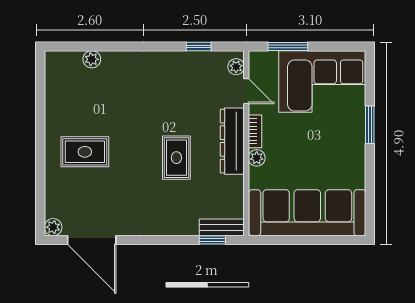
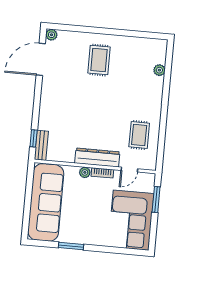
window: (199, 46) -> (161, 141), removed
plant: (236, 67) -> (146, 164), removed
window: (370, 125) -> (71, 246), moved
rug: (176, 158) -> (139, 135), moved, turned 90

